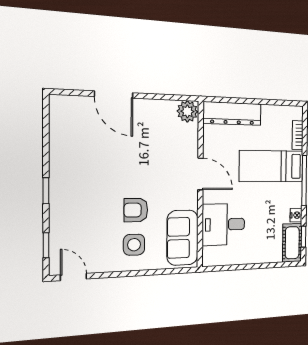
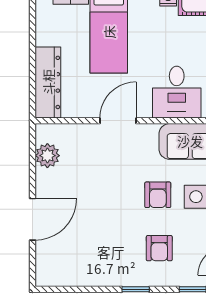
plant: (187, 111) -> (47, 156), moved
armchair: (86, 212) -> (159, 248), added

